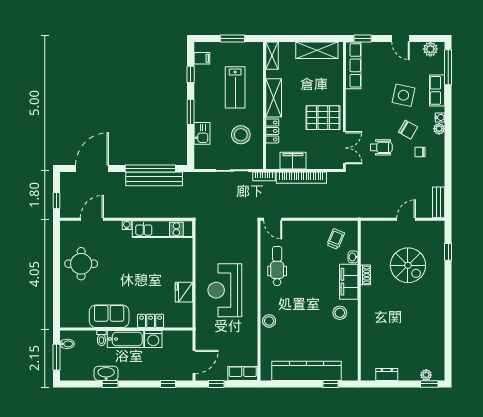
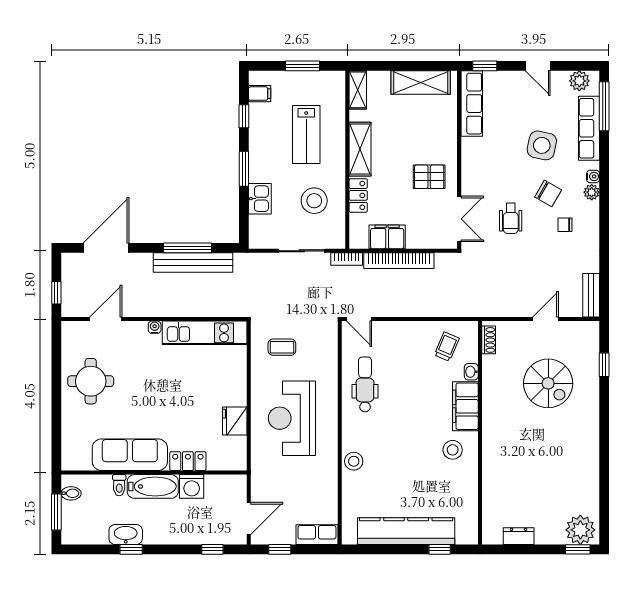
row of seats: (437, 90) -> (589, 128), width x1.48
pallet: (323, 118) -> (429, 177), width x0.67, depth x0.71
wheelchair: (381, 147) -> (511, 218), turned 90
window: (150, 169) -> (188, 248), width x0.68
coffee table: (218, 239) -> (282, 347), added
shoe rack: (366, 275) -> (489, 340), moved
sofa: (109, 316) -> (130, 455), width x1.36
plant: (426, 375) -> (580, 530), width x1.87, depth x1.87

